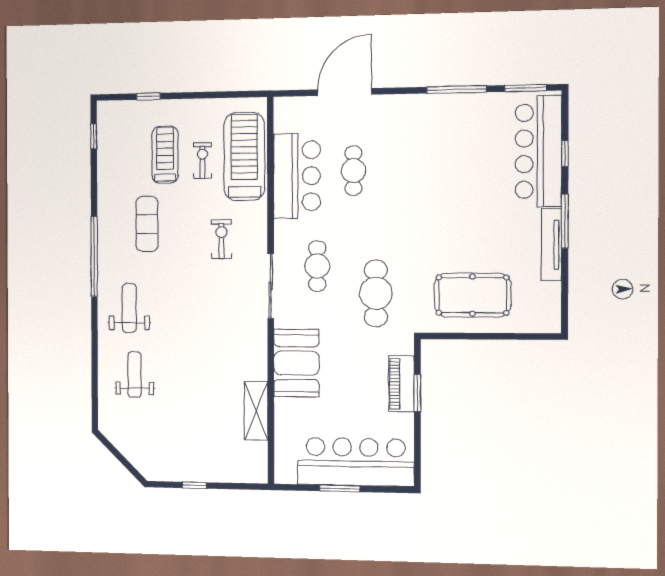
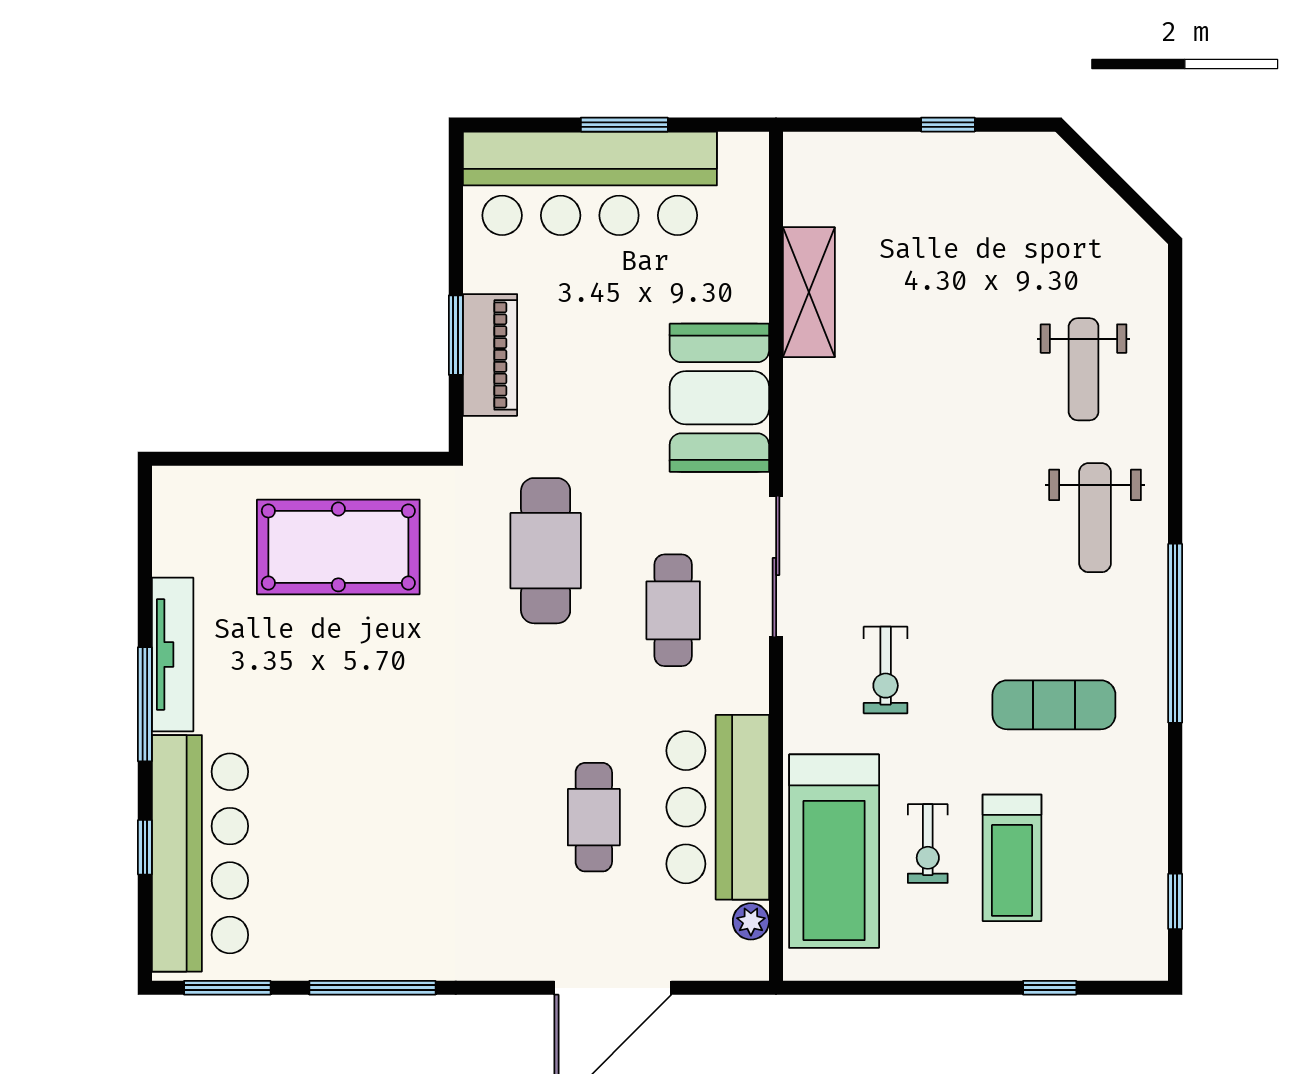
plant: (282, 124) -> (751, 921), added
exercise mat: (147, 224) -> (1054, 705), turned 90

